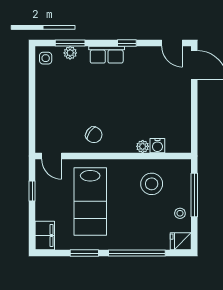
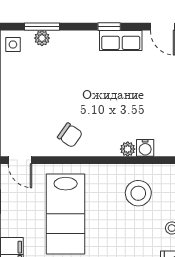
row of seats: (107, 55) -> (121, 40), moved

